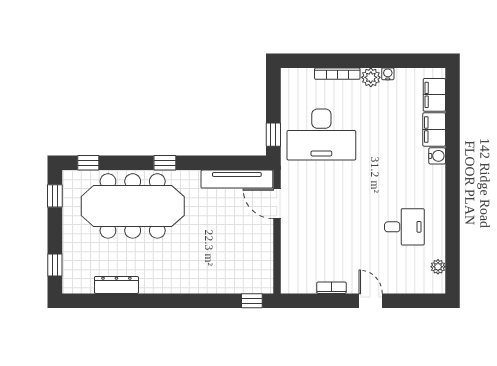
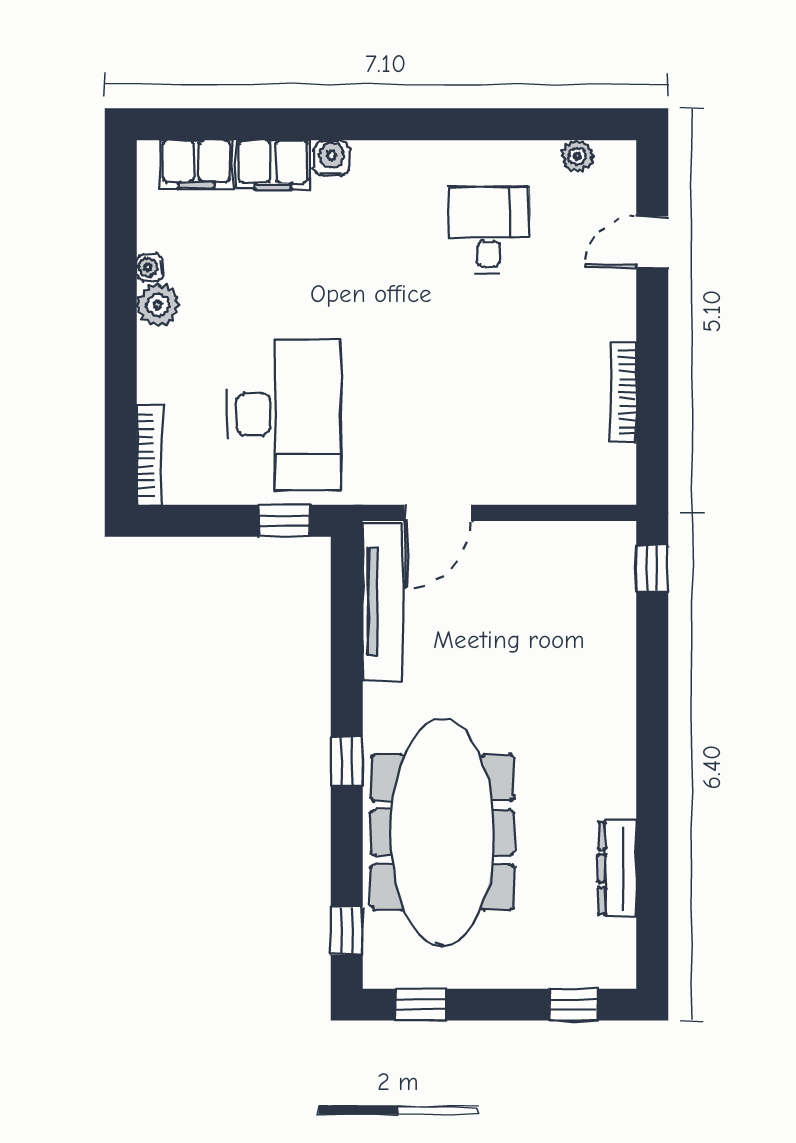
bookcase: (337, 74) -> (149, 455), moved
bookcase: (331, 288) -> (623, 392), width x1.56
door: (371, 301) -> (652, 242), moved

